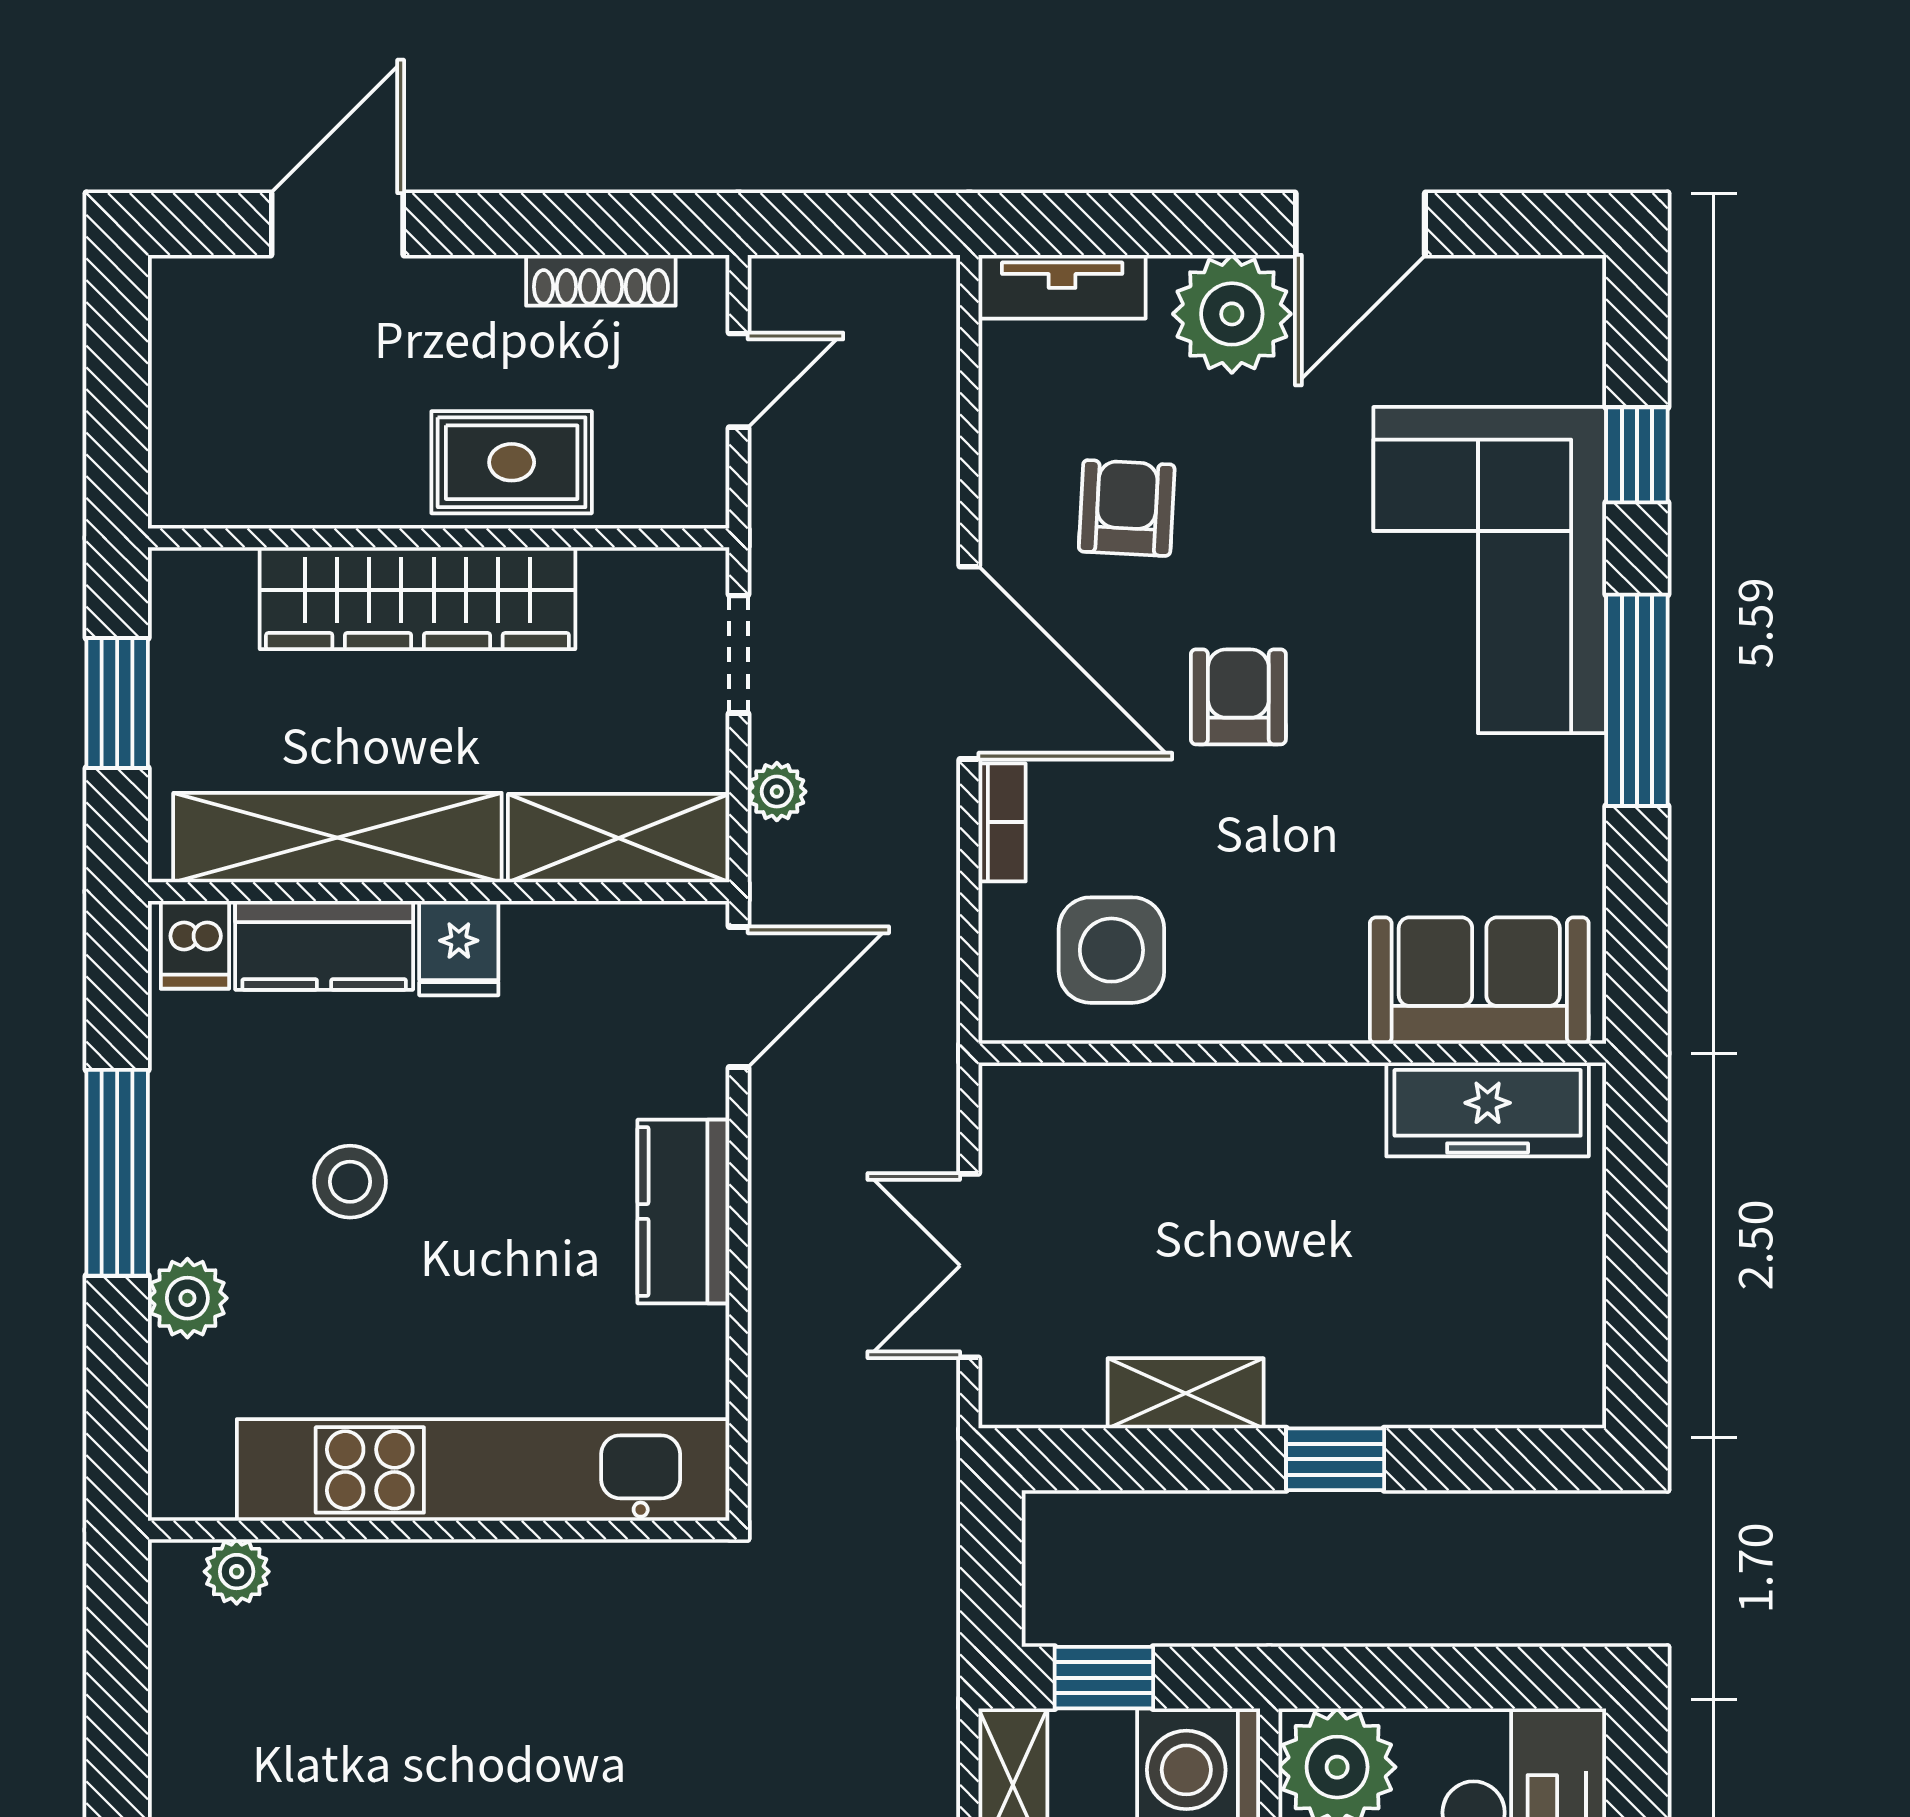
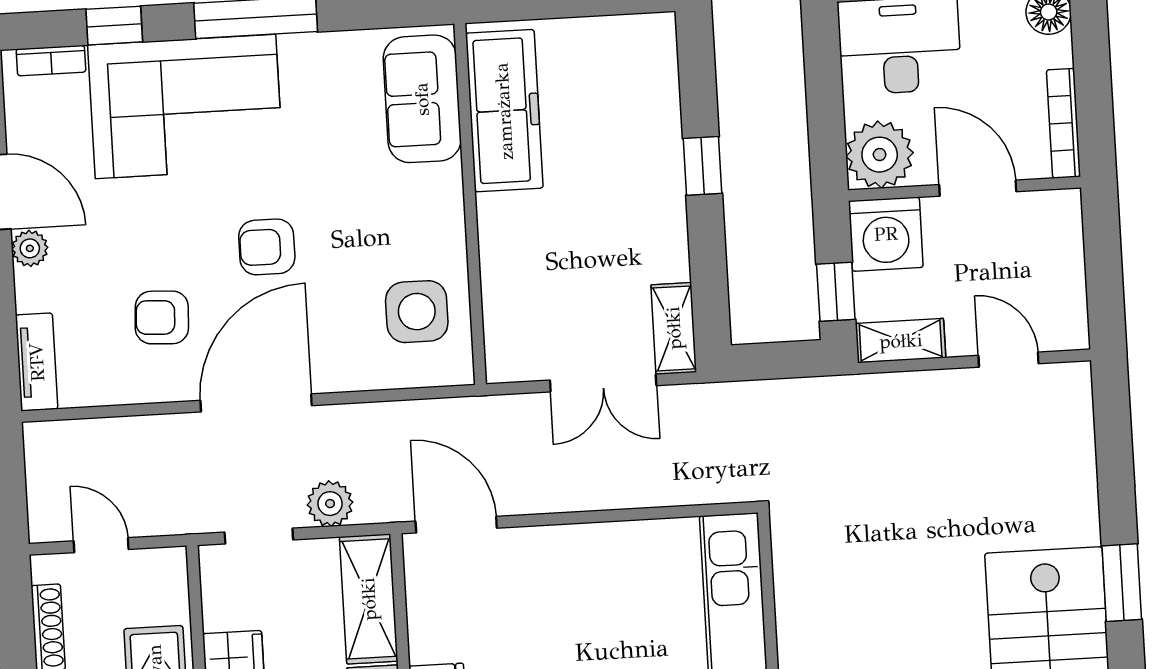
plant: (1232, 314) -> (30, 248), width x0.53, depth x0.53
plant: (777, 792) -> (330, 504), width x1.38, depth x1.38
bookcase: (1002, 822) -> (51, 61), moved, turned 180
freezer: (1488, 1109) -> (504, 111), width x1.36, depth x1.26
kitchen counter: (683, 1211) -> (581, 549), removed
shelving: (1186, 1393) -> (674, 328), moved

